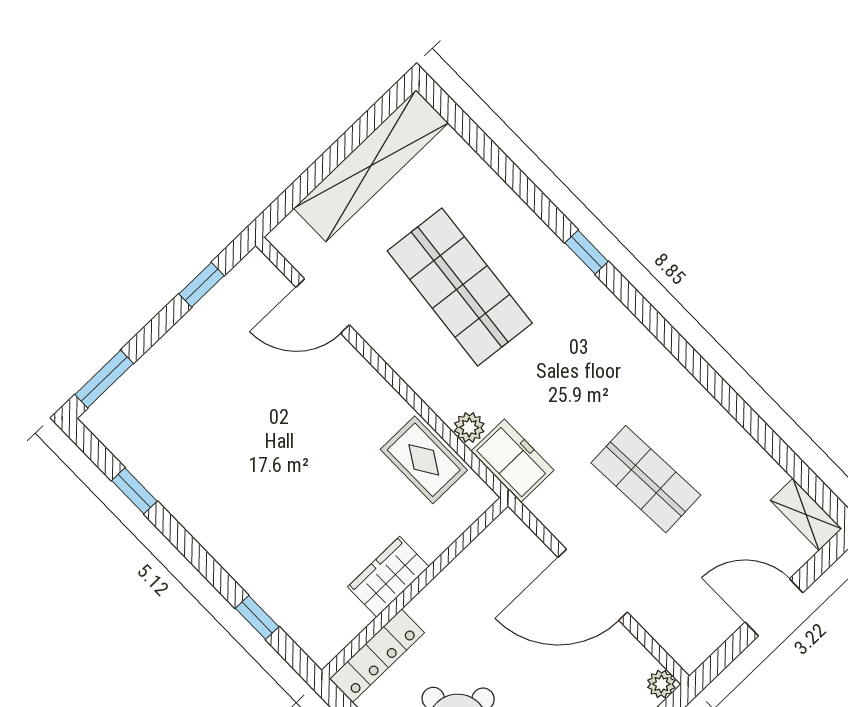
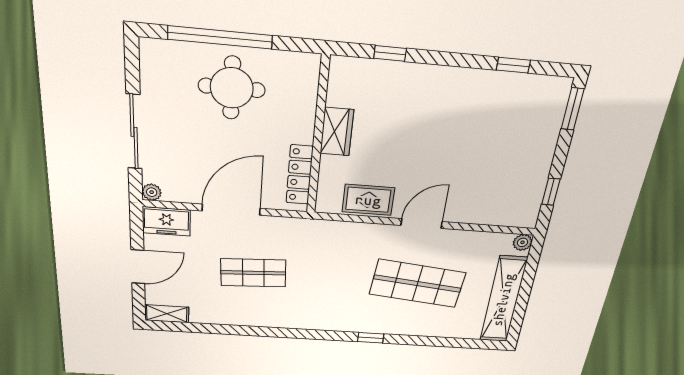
door: (323, 306) -> (422, 223), moved
plant: (469, 427) -> (523, 242), moved
freezer: (512, 461) -> (166, 221), moved
locker: (377, 656) -> (299, 175), moved

